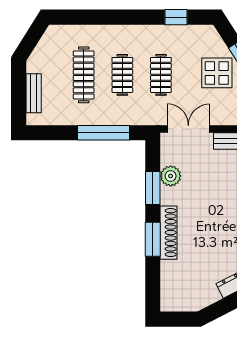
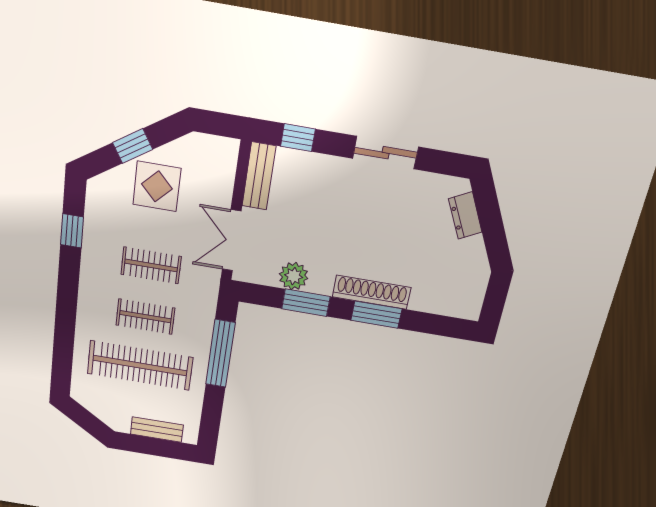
clothes rail: (84, 75) -> (140, 365), width x1.37, depth x1.31

